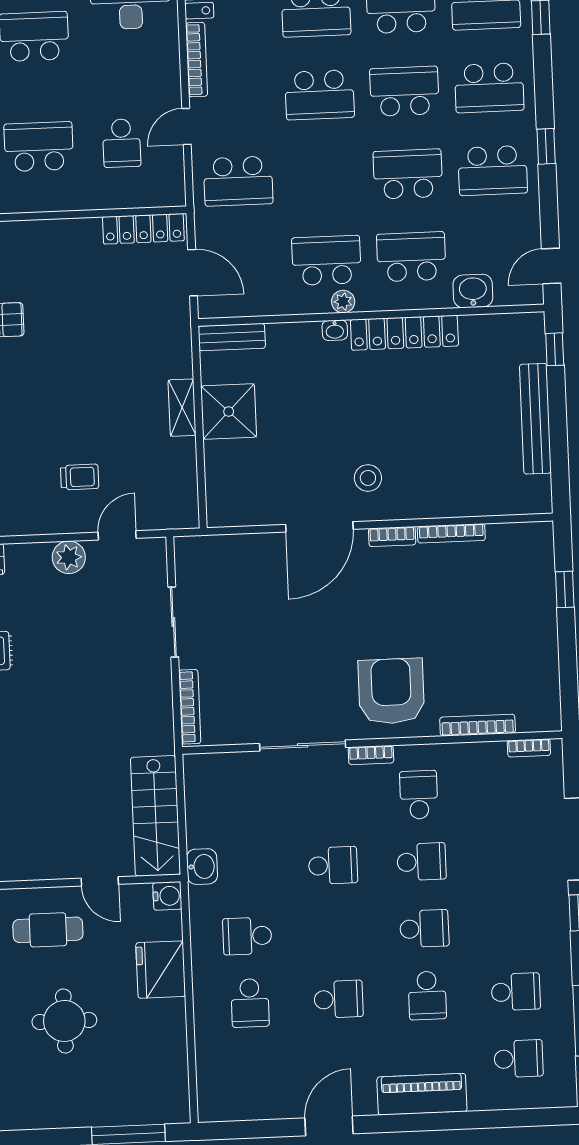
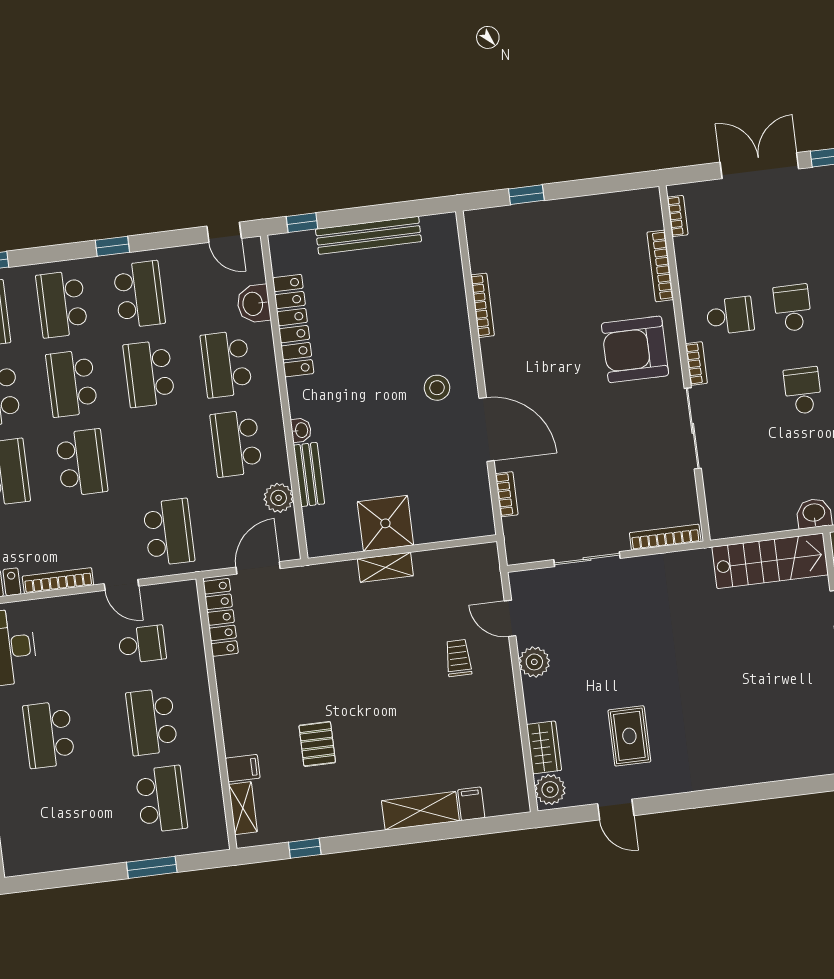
school desk: (489, 88) -> (62, 304), turned 180
plant: (343, 302) -> (279, 498), moved, width x1.38, depth x1.38
locker: (404, 333) -> (293, 326), moved
bench: (232, 337) -> (309, 474), moved
bookcase: (392, 537) -> (507, 494), moved
school desk: (419, 795) -> (730, 316), turned 180

